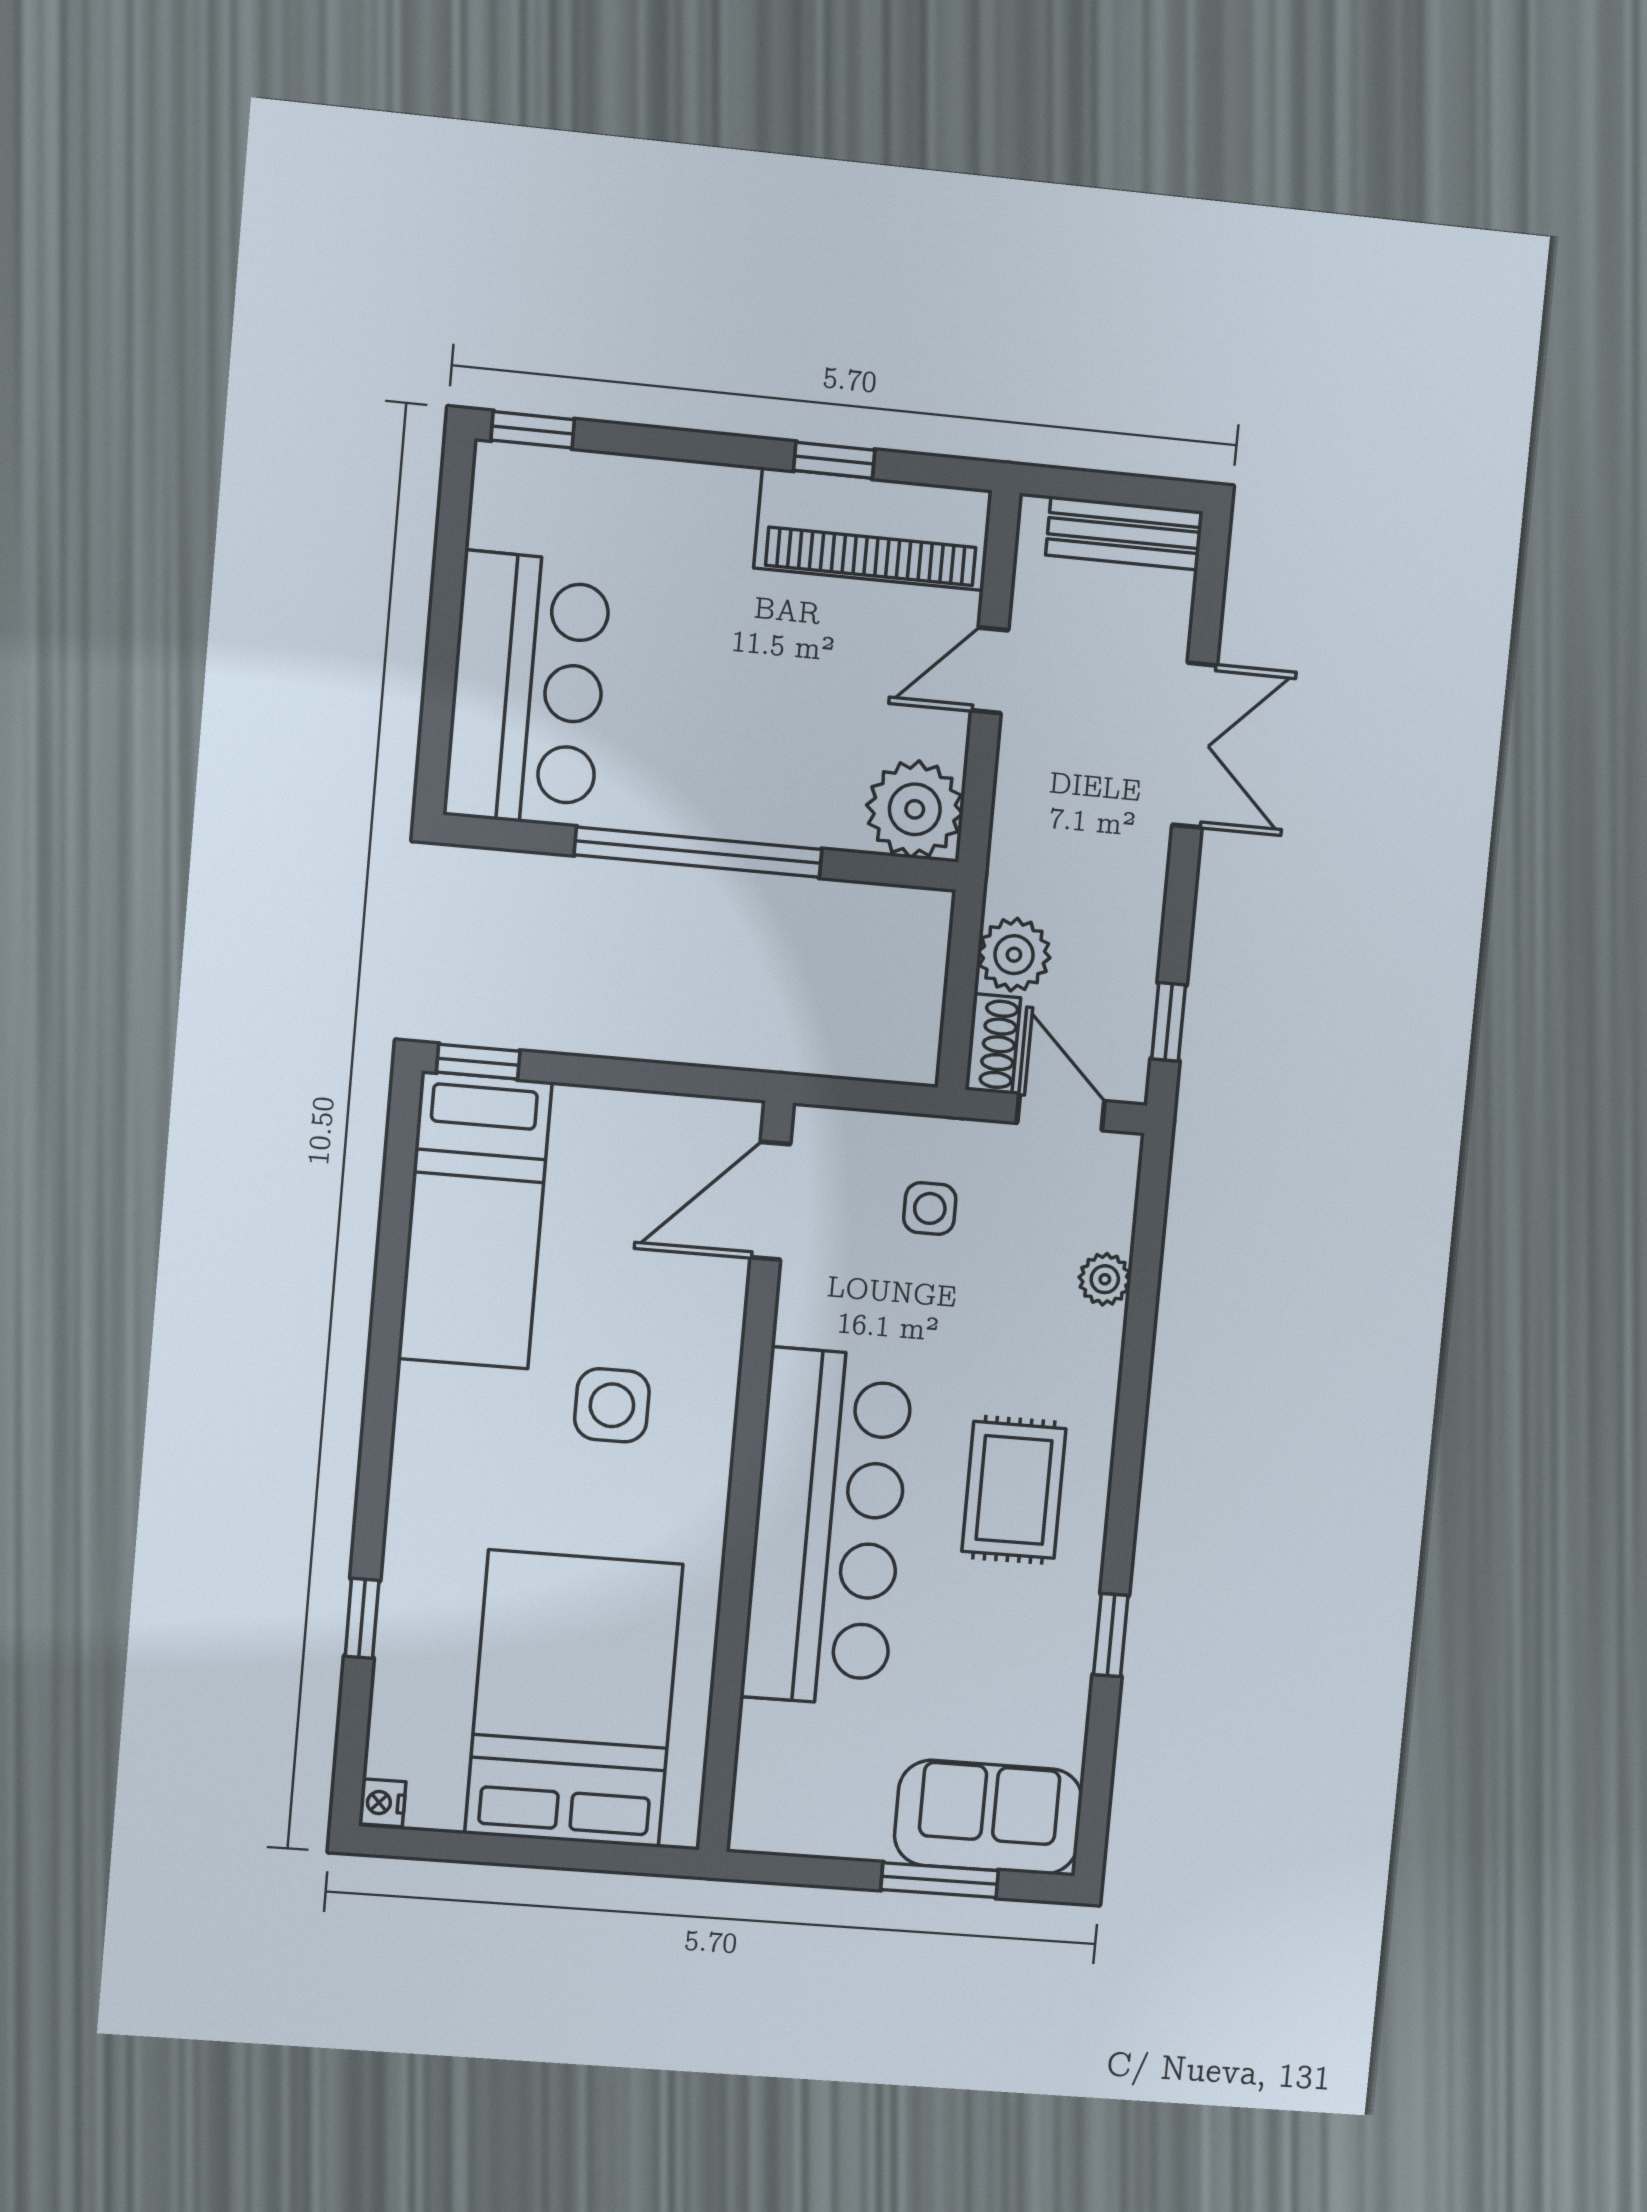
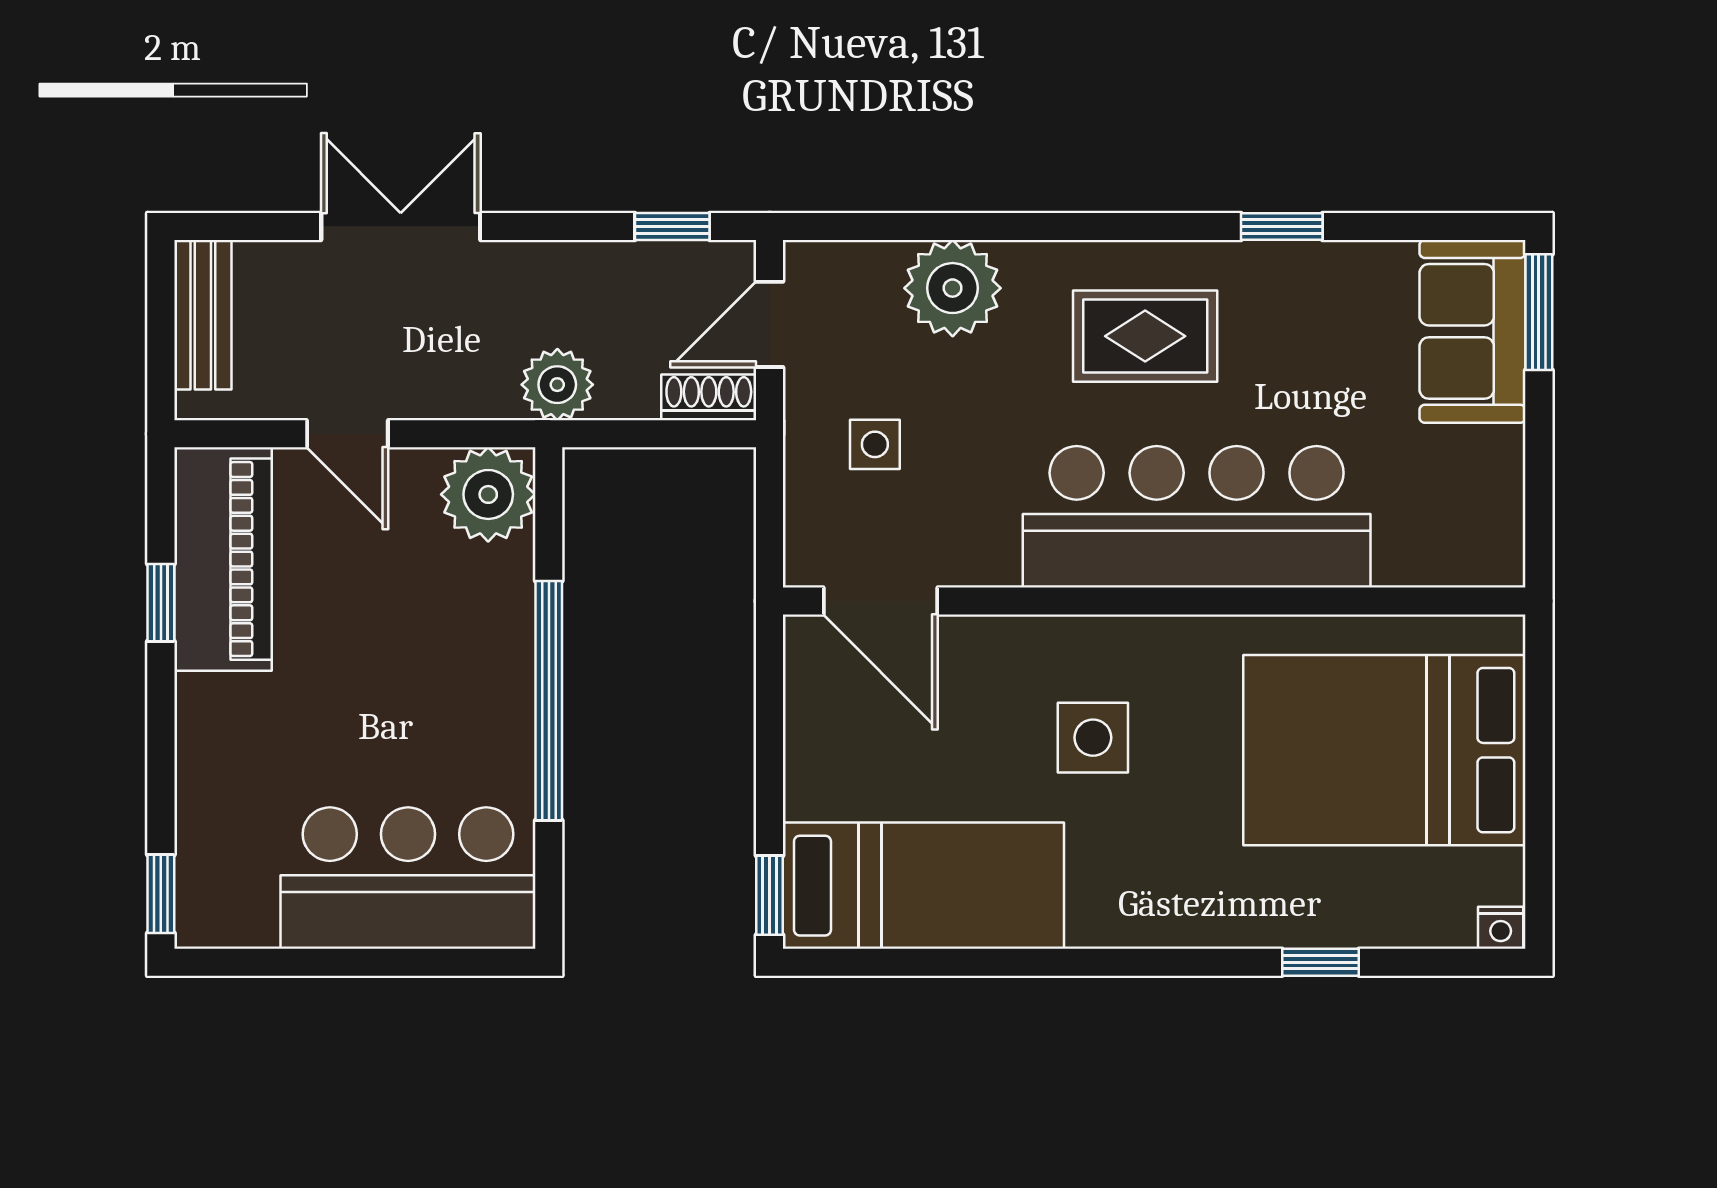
plant: (1014, 955) -> (557, 385), moved
plant: (1105, 1279) -> (953, 288), width x1.88, depth x1.88
window: (940, 1880) -> (1539, 312), moved

